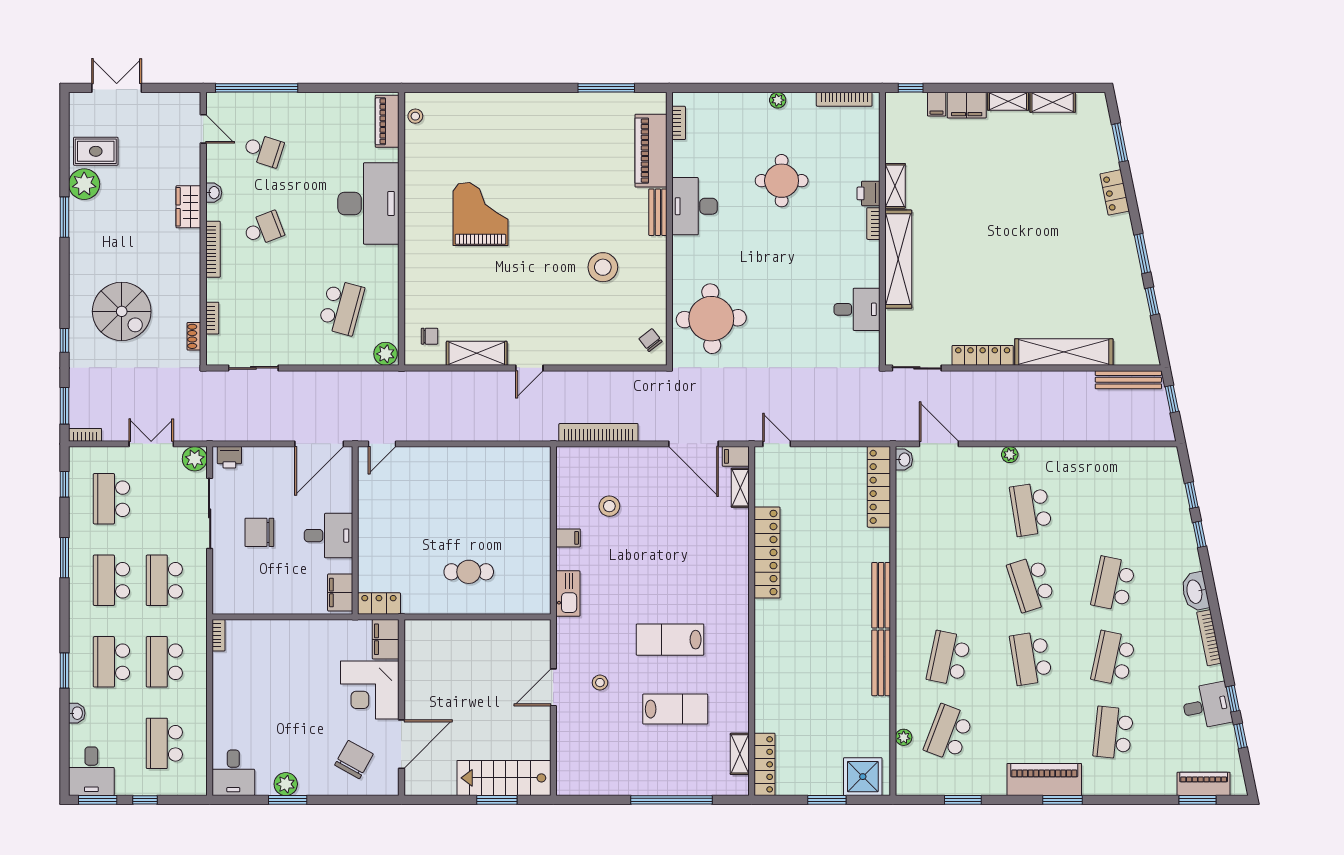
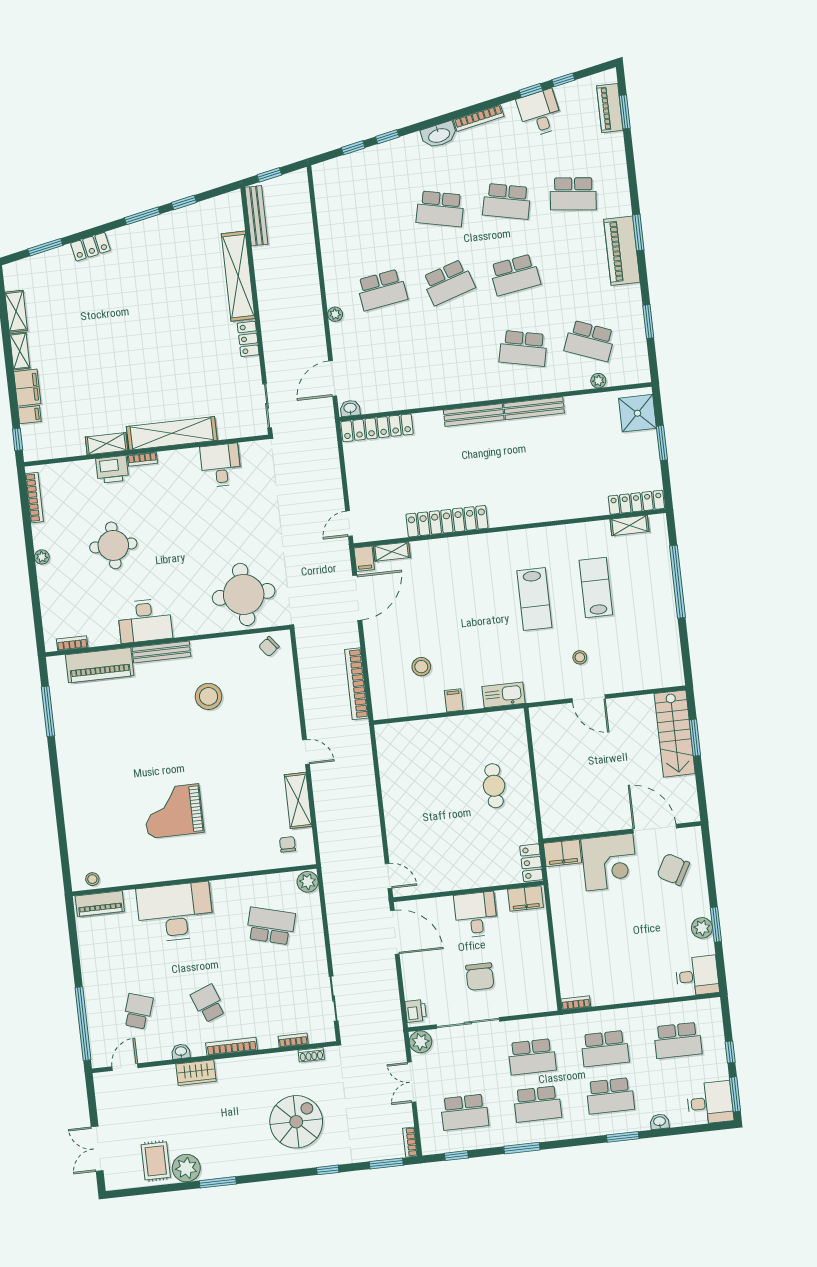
printer: (868, 193) -> (112, 469), width x1.36, depth x1.24
bench: (658, 212) -> (161, 652), width x1.36
locker: (983, 355) -> (248, 339), width x0.66

